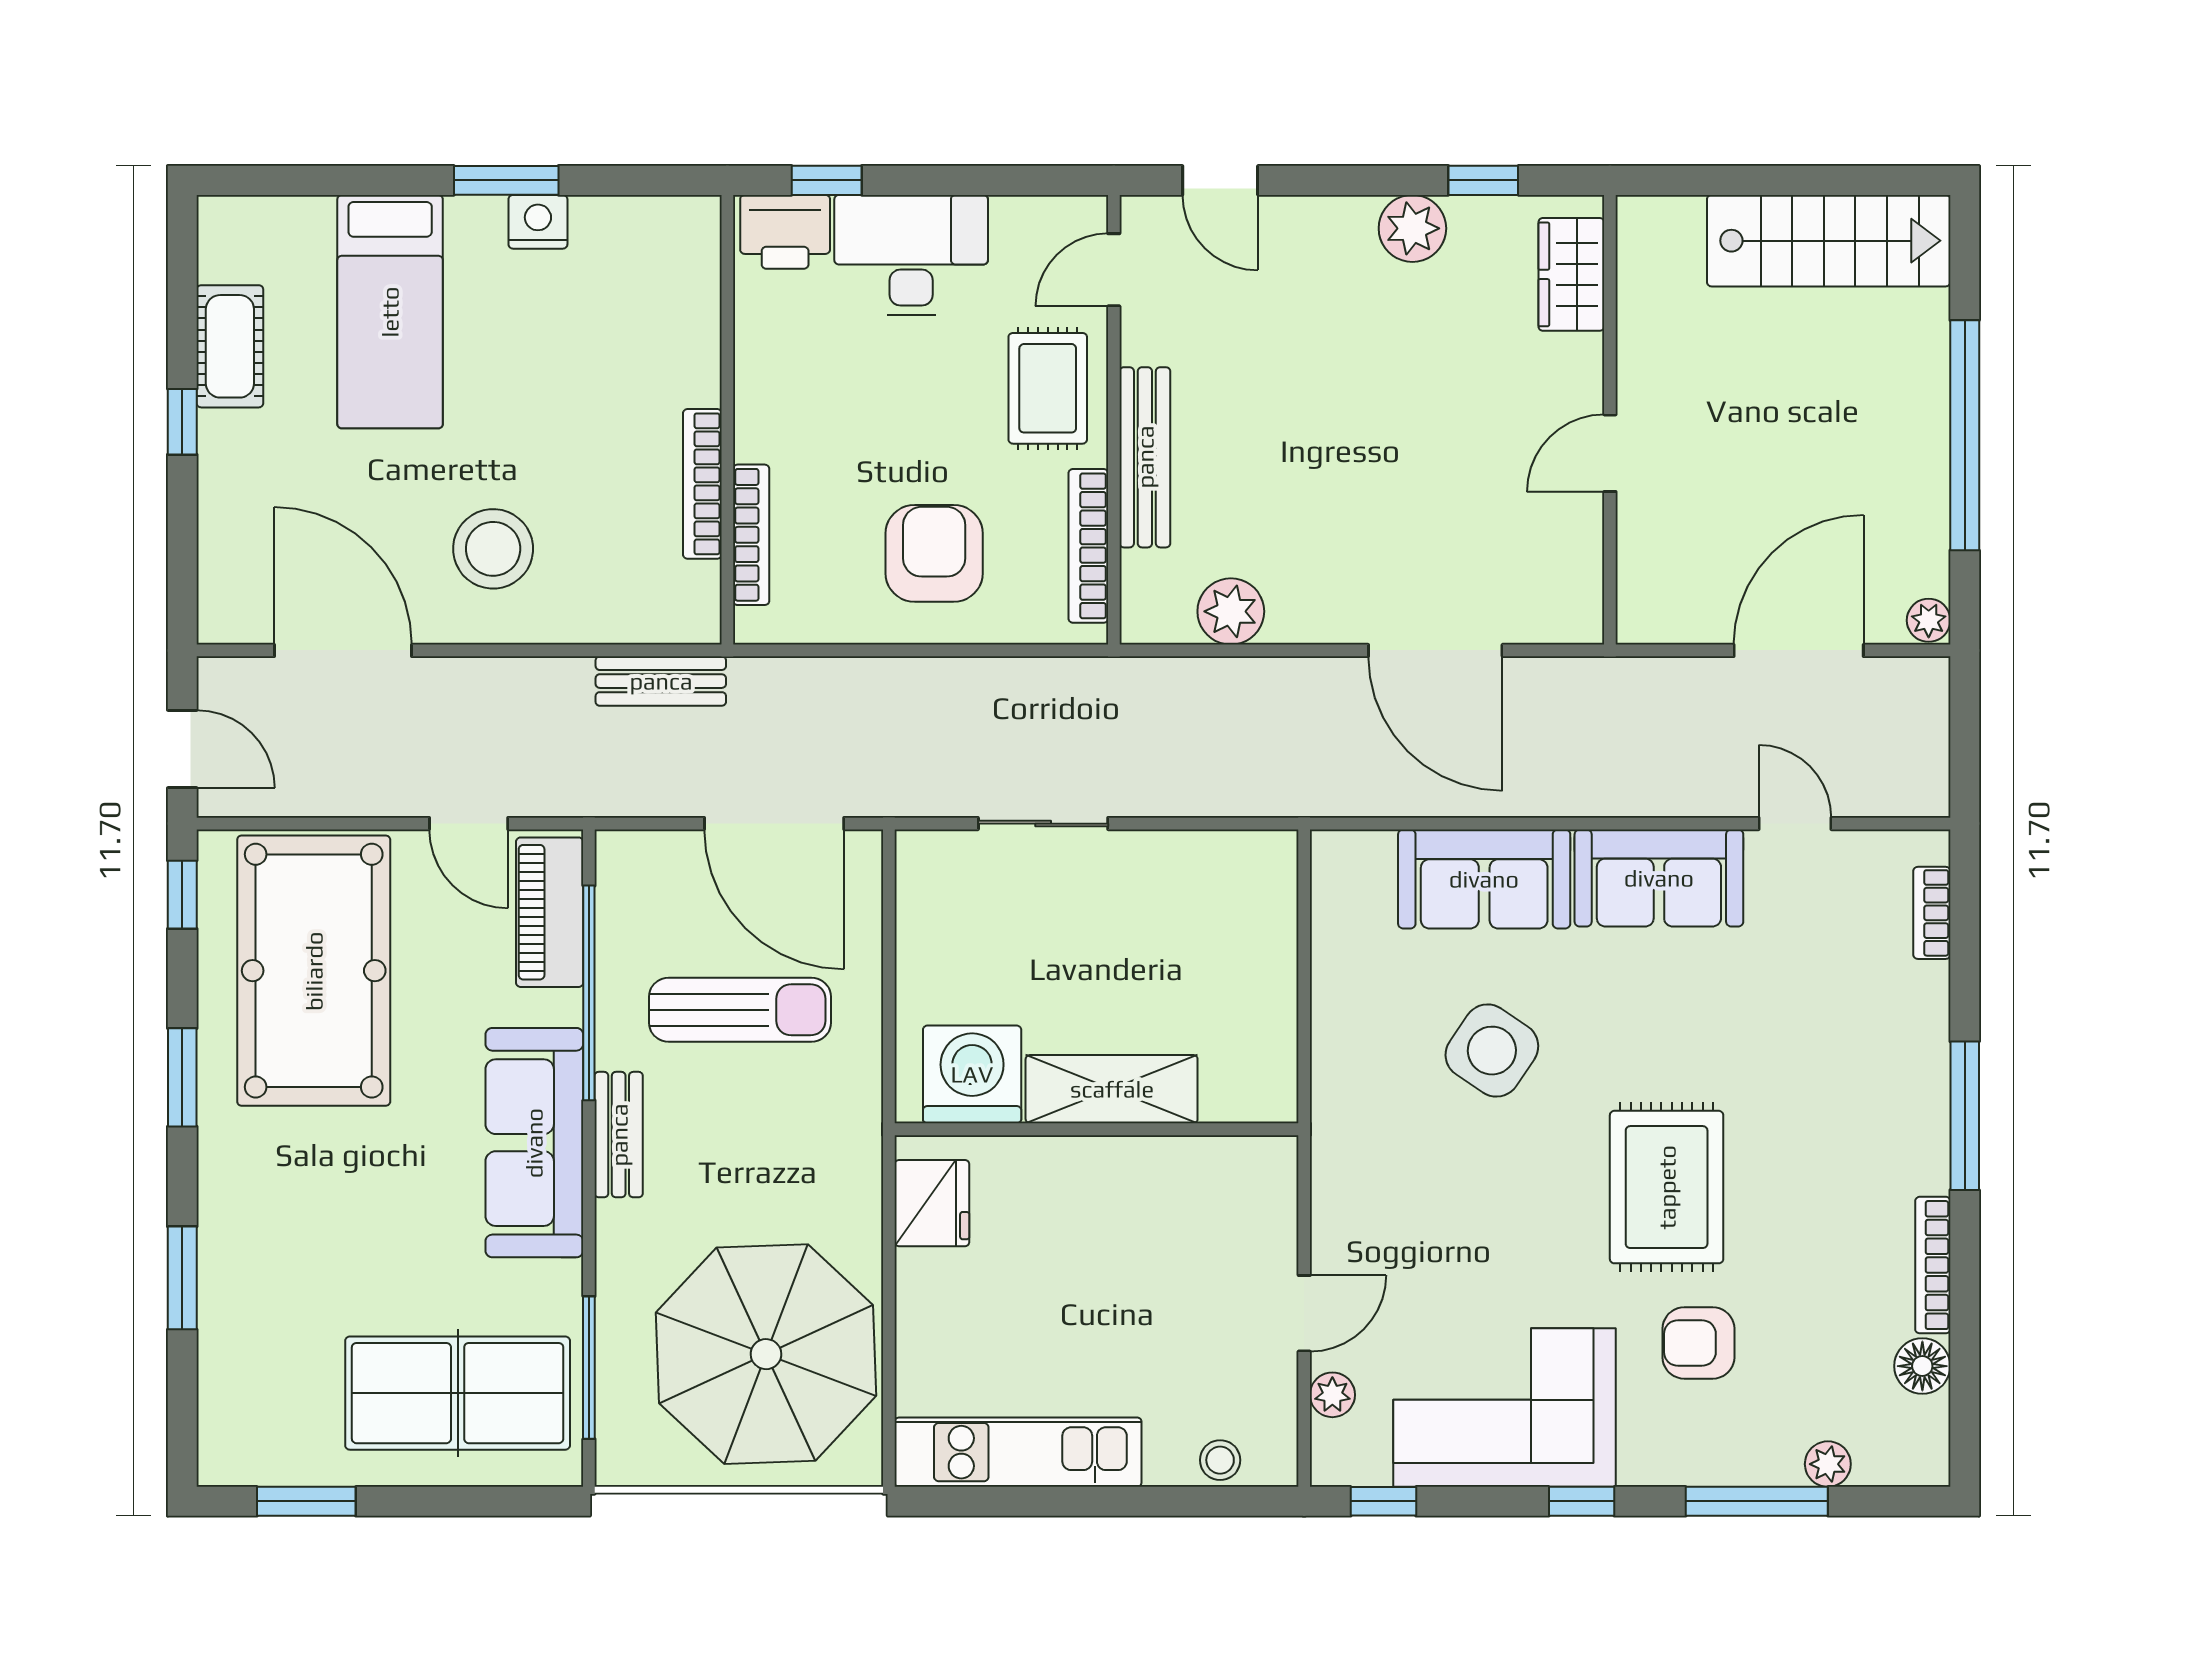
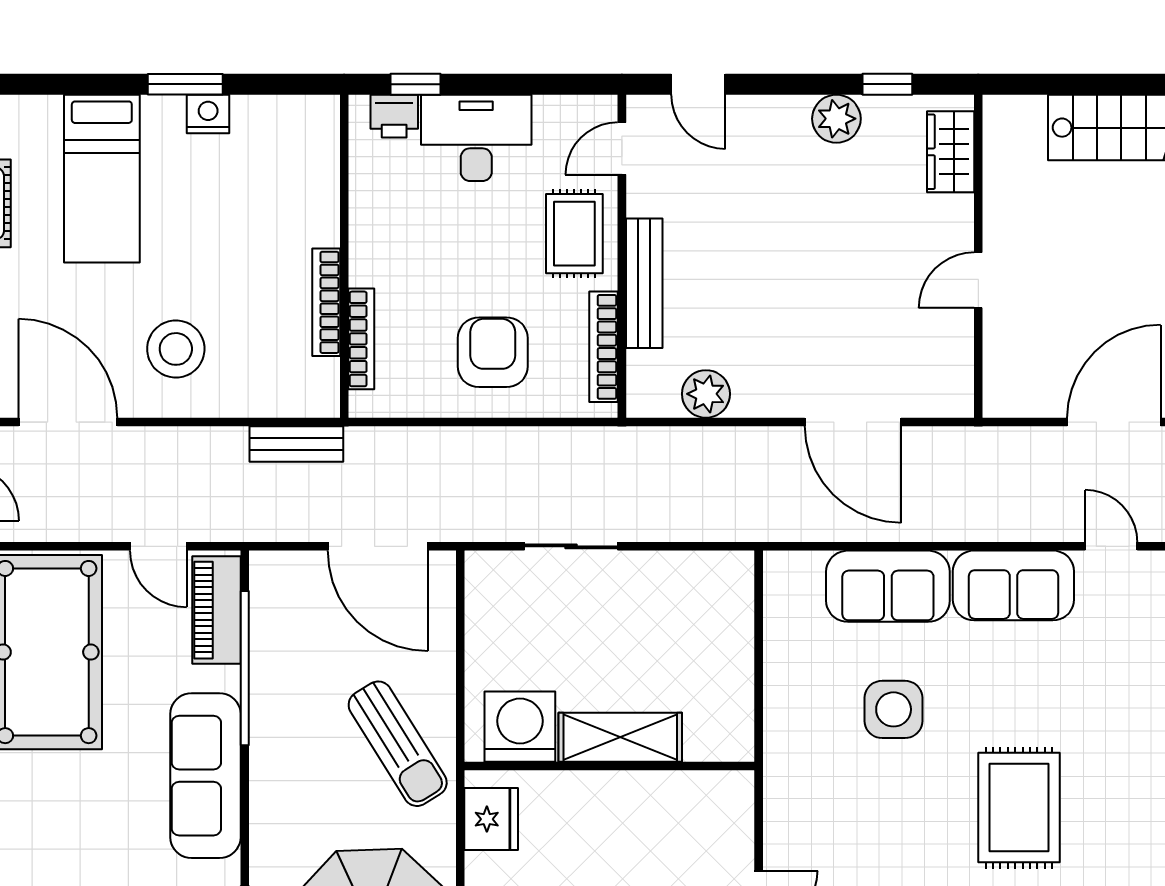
printer: (785, 232) -> (394, 116), width x0.73, depth x0.81
sun lounger: (740, 1010) -> (398, 744), moved, turned 58
side table: (1492, 1051) -> (894, 709), turned -34
bench: (619, 1135) -> (266, 770), removed

